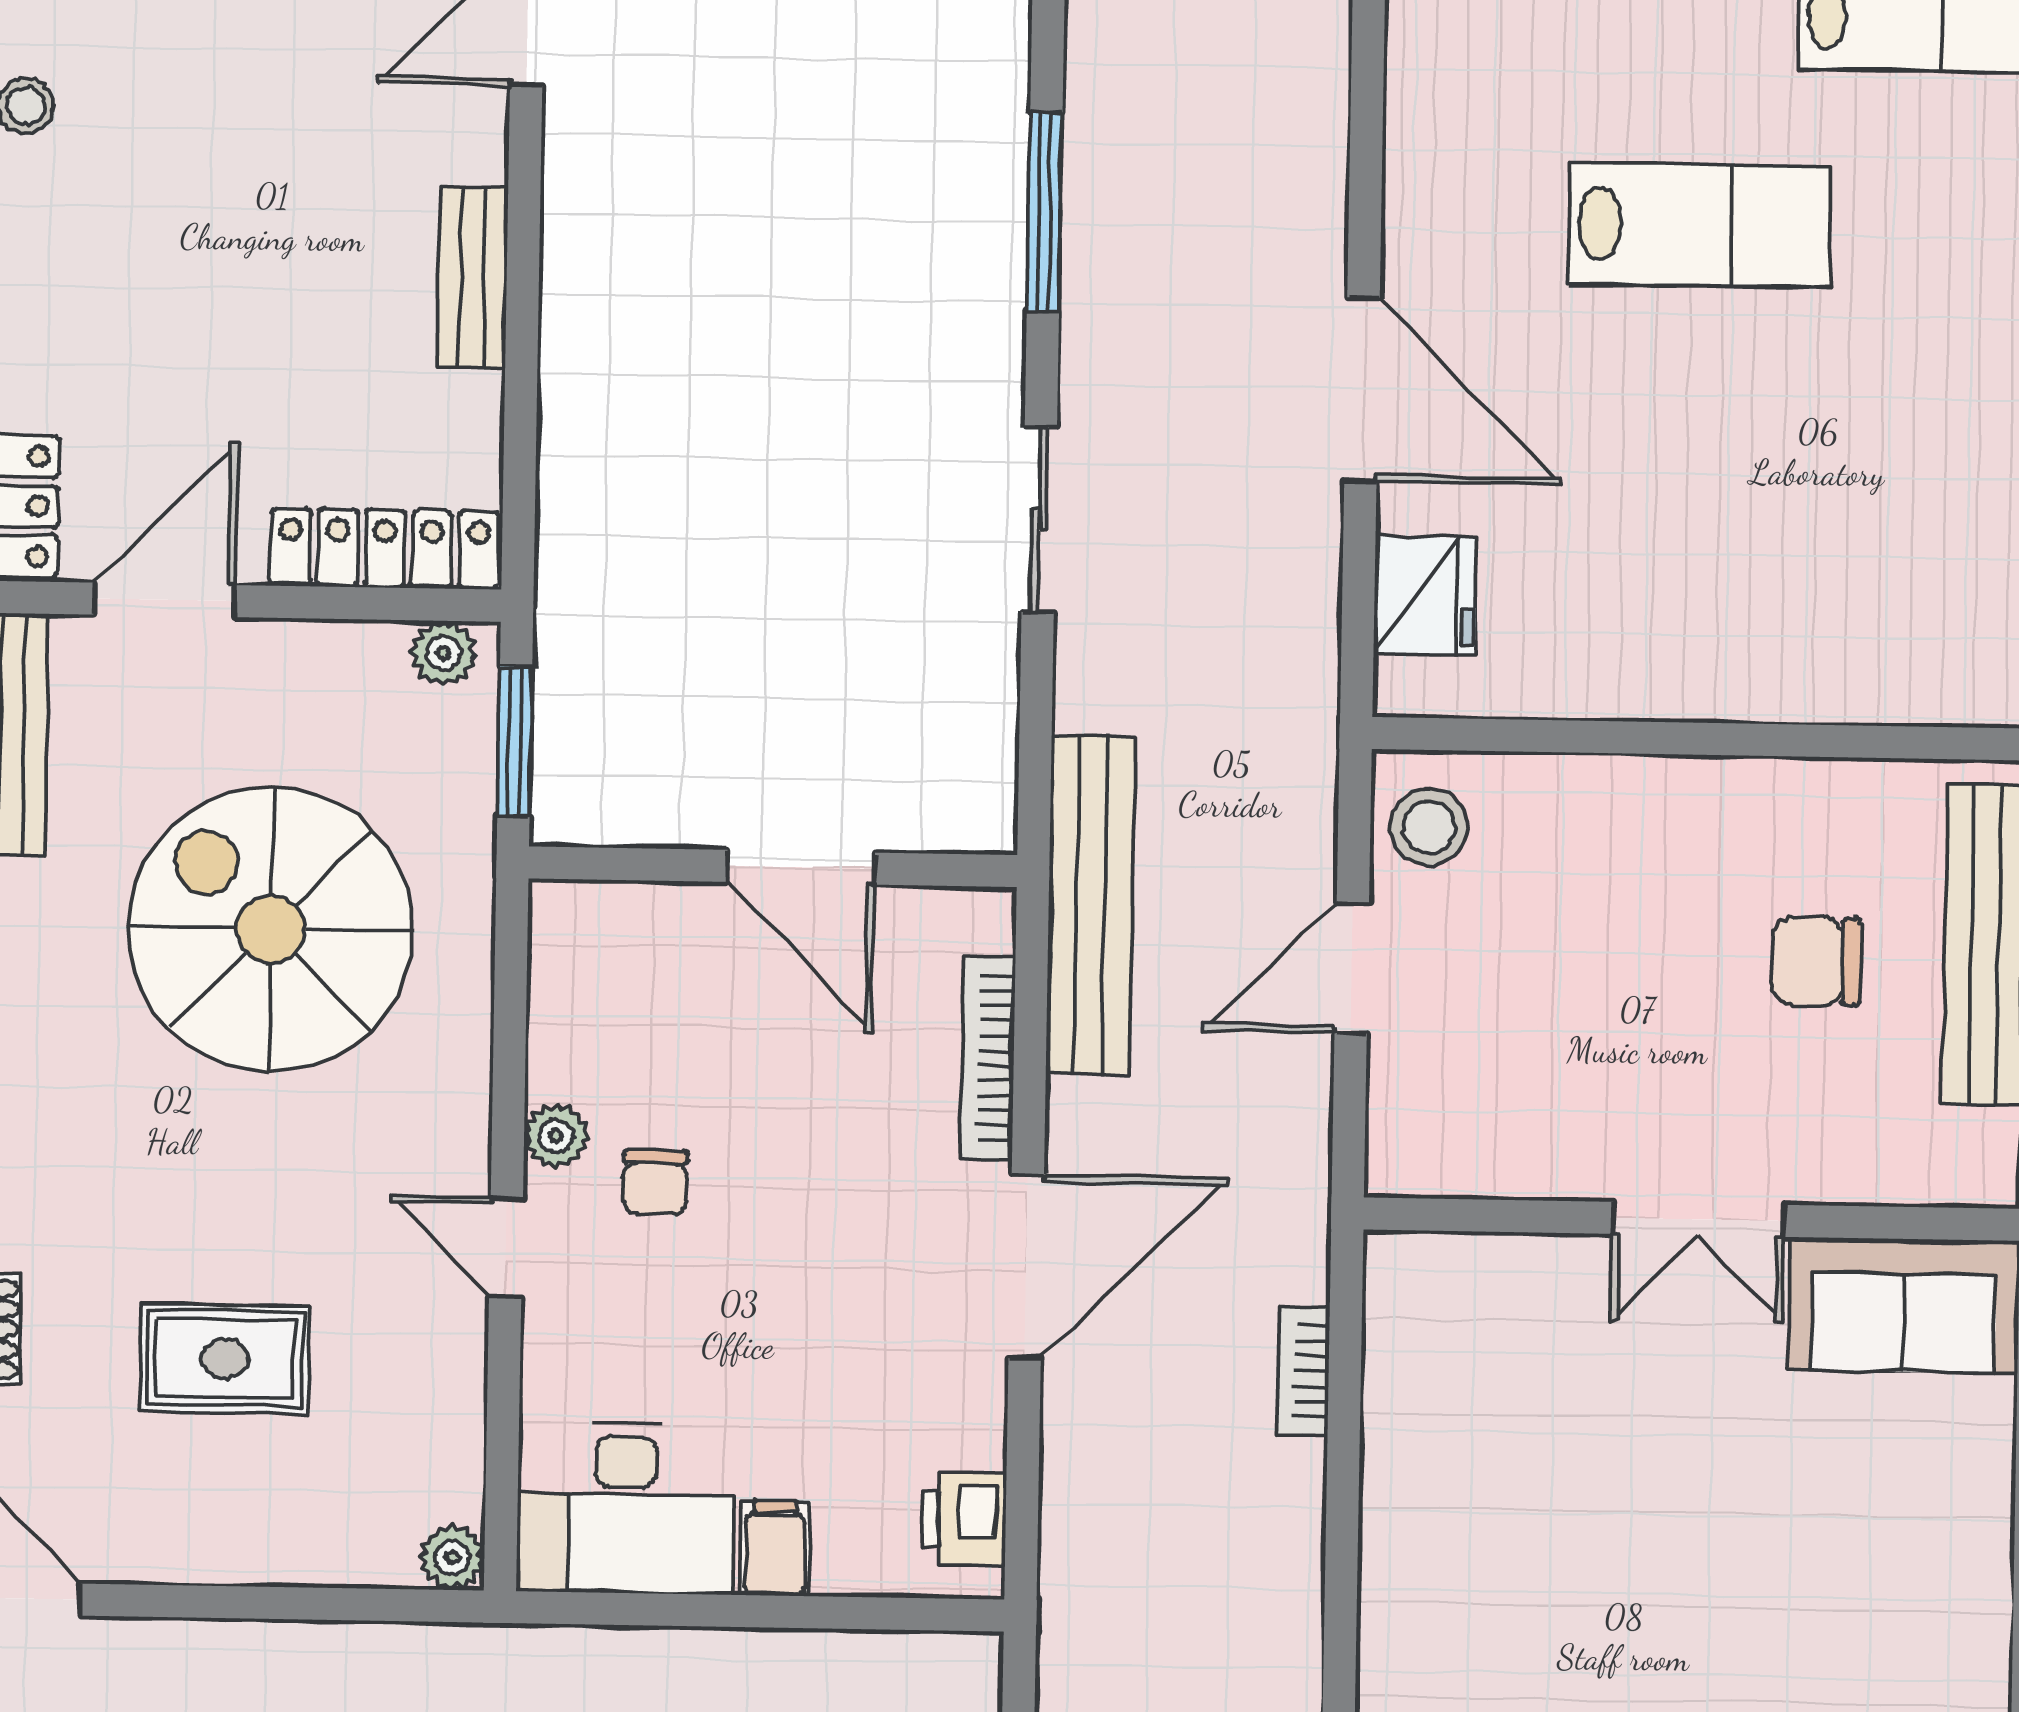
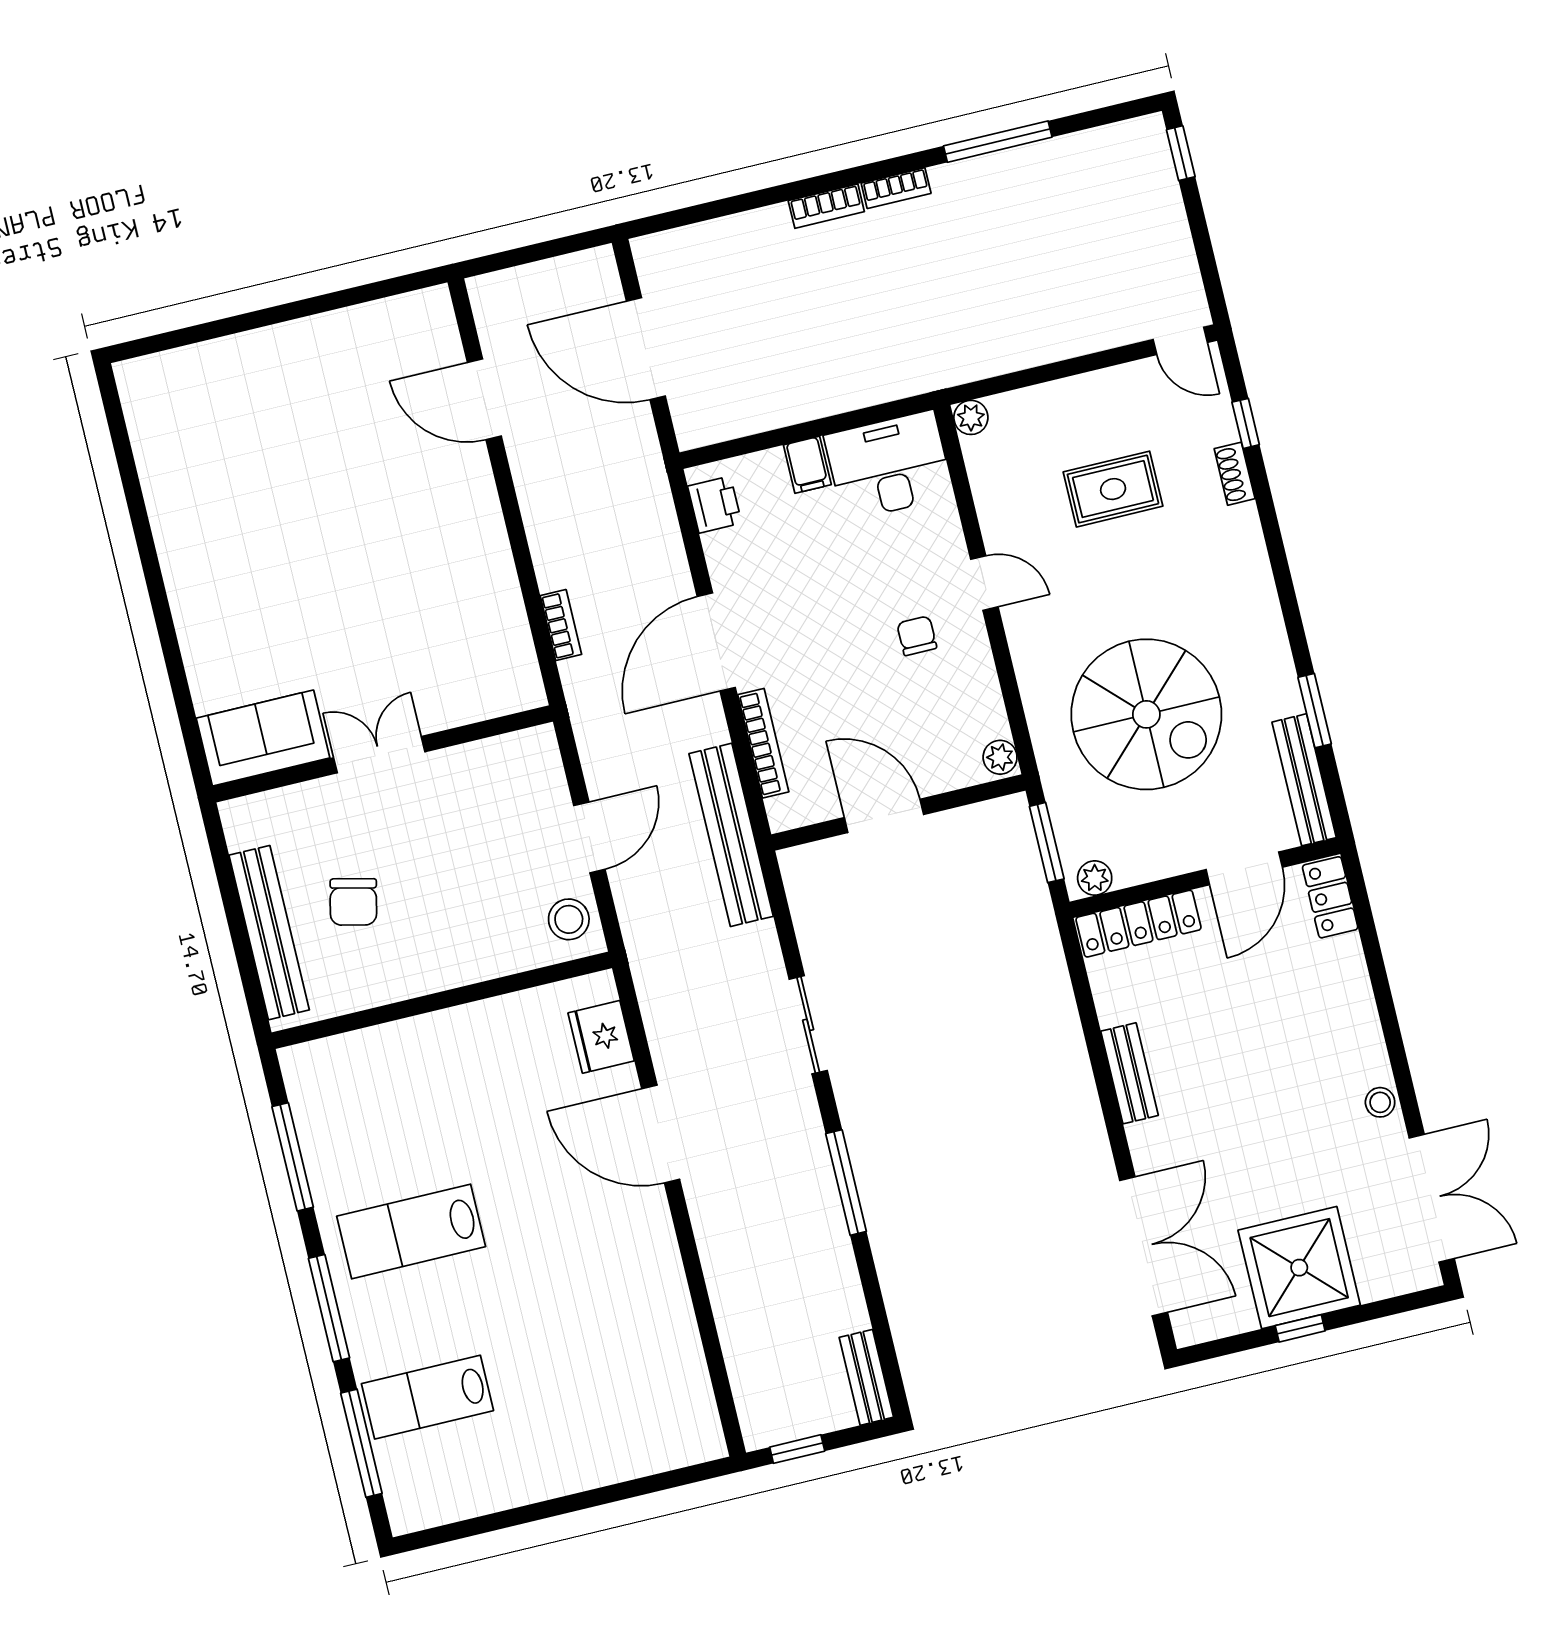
lab bench: (1700, 225) -> (411, 1231), moved
chair: (1816, 961) -> (353, 902), turned 103
plant: (556, 1136) -> (1000, 757), moved

